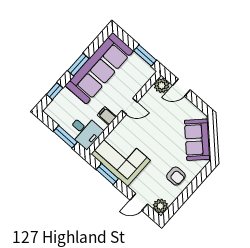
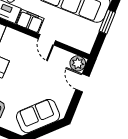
window: (145, 55) -> (107, 22), moved
filing cabinet: (107, 116) -> (30, 21), width x2.00

